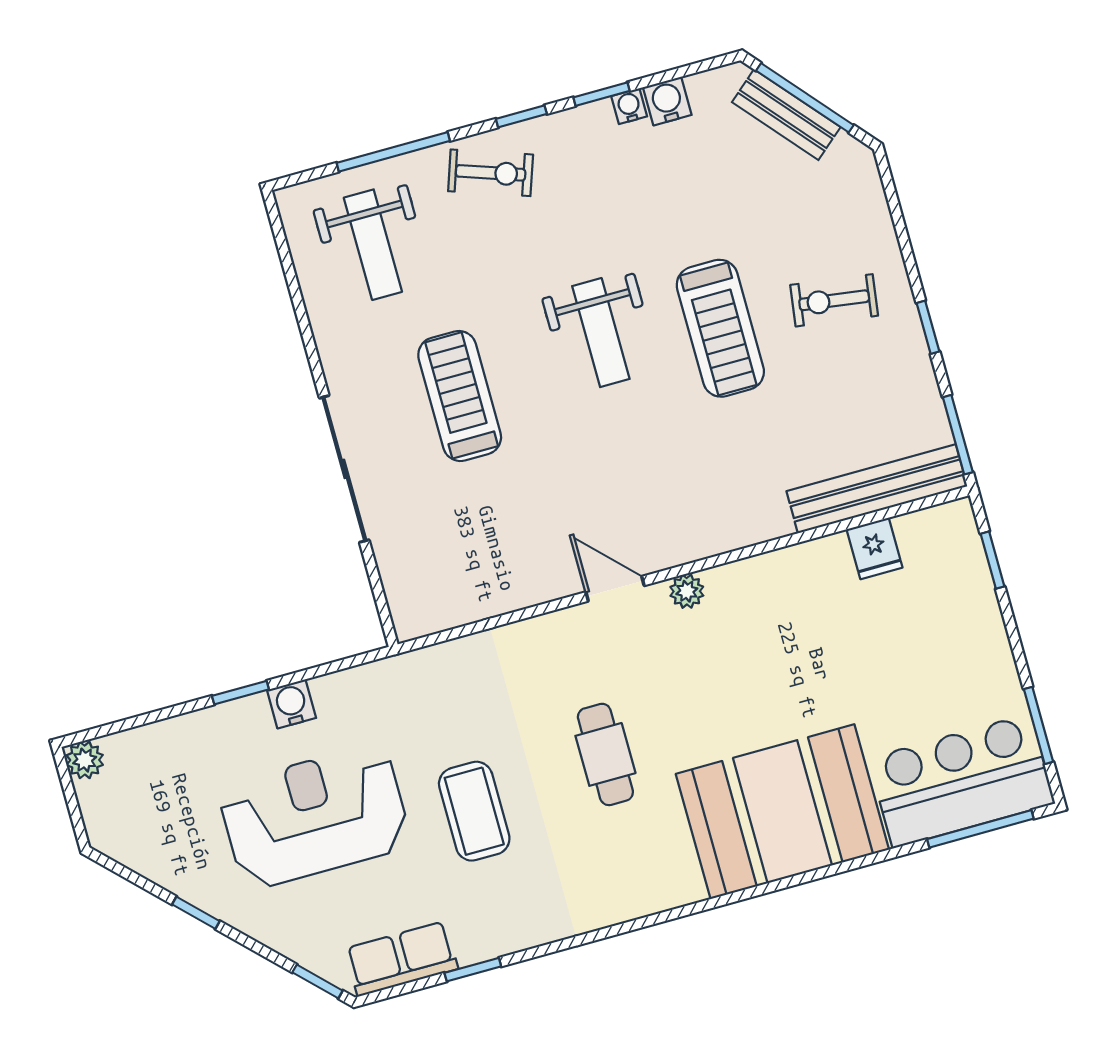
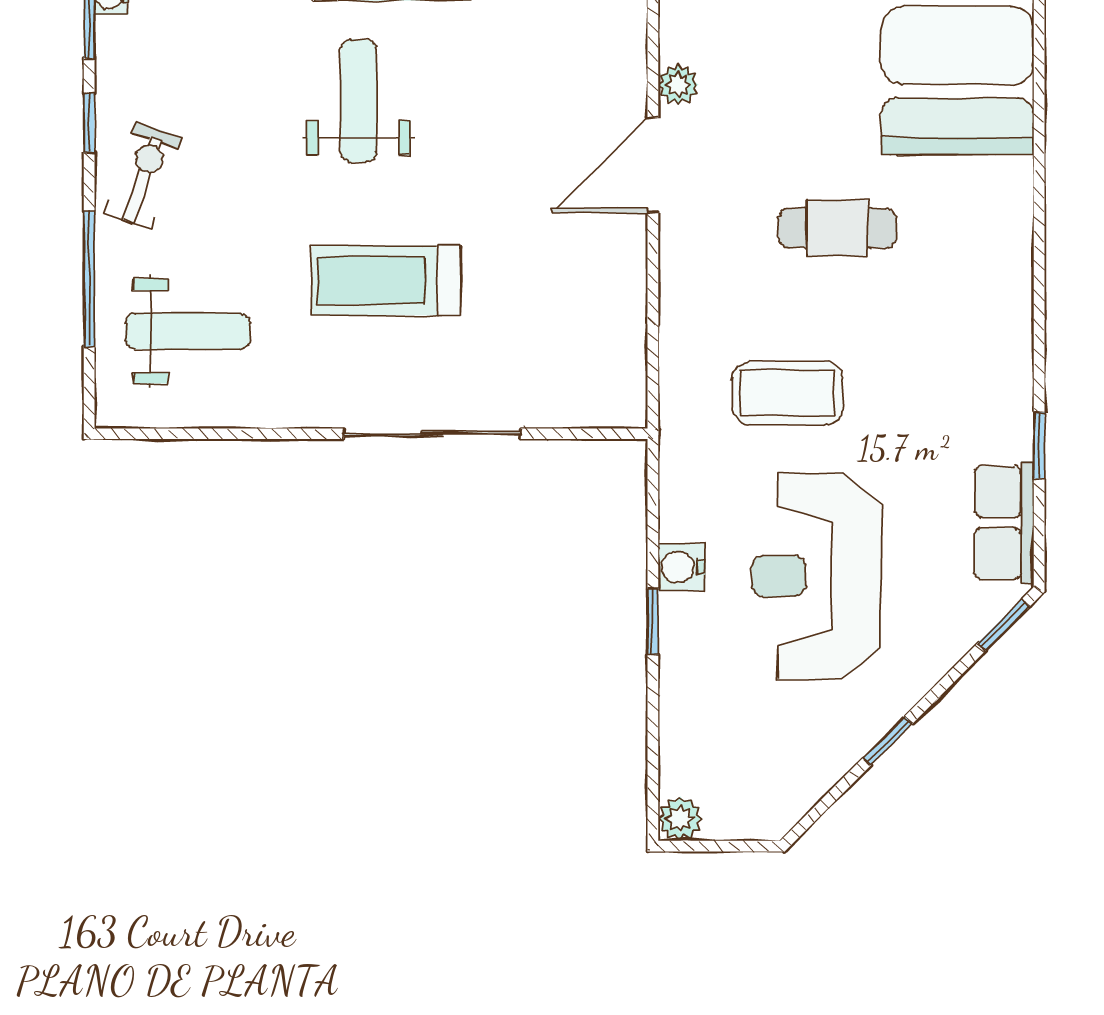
weight bench: (601, 333) -> (359, 101), turned -90
door: (615, 589) -> (653, 165), width x1.38
coffee table: (474, 811) -> (787, 393), moved

